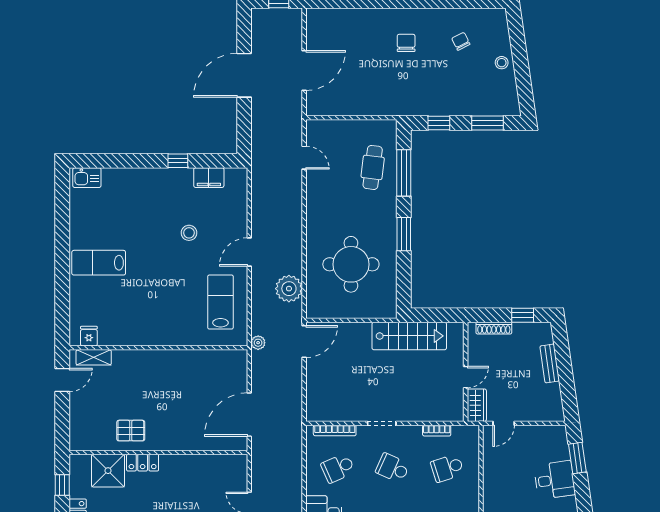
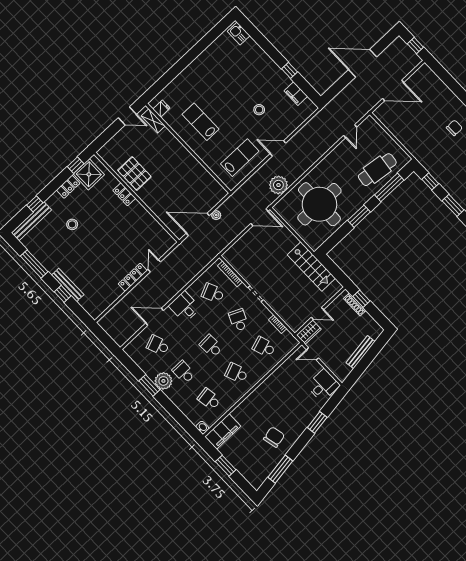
cafe table: (373, 167) -> (377, 170), width x1.37, depth x1.35
lab bench: (99, 263) -> (201, 122), moved
round table: (351, 264) -> (319, 204), width x1.36, depth x1.36
window: (523, 315) -> (361, 299), moved
plant: (258, 343) -> (216, 215), moved
bench: (550, 363) -> (361, 352), width x1.36
pallet: (131, 431) -> (134, 173), width x1.50, depth x1.42
window: (577, 458) -> (317, 422), moved
shower: (108, 471) -> (89, 174), moved
desk: (555, 480) -> (323, 385), moved, turned -82

